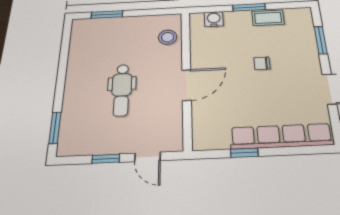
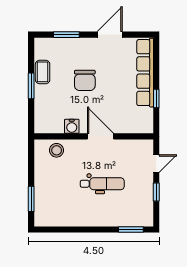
water cooler: (214, 19) -> (72, 126), moved, turned -90
chair: (262, 63) -> (85, 80), width x1.87, depth x1.87

